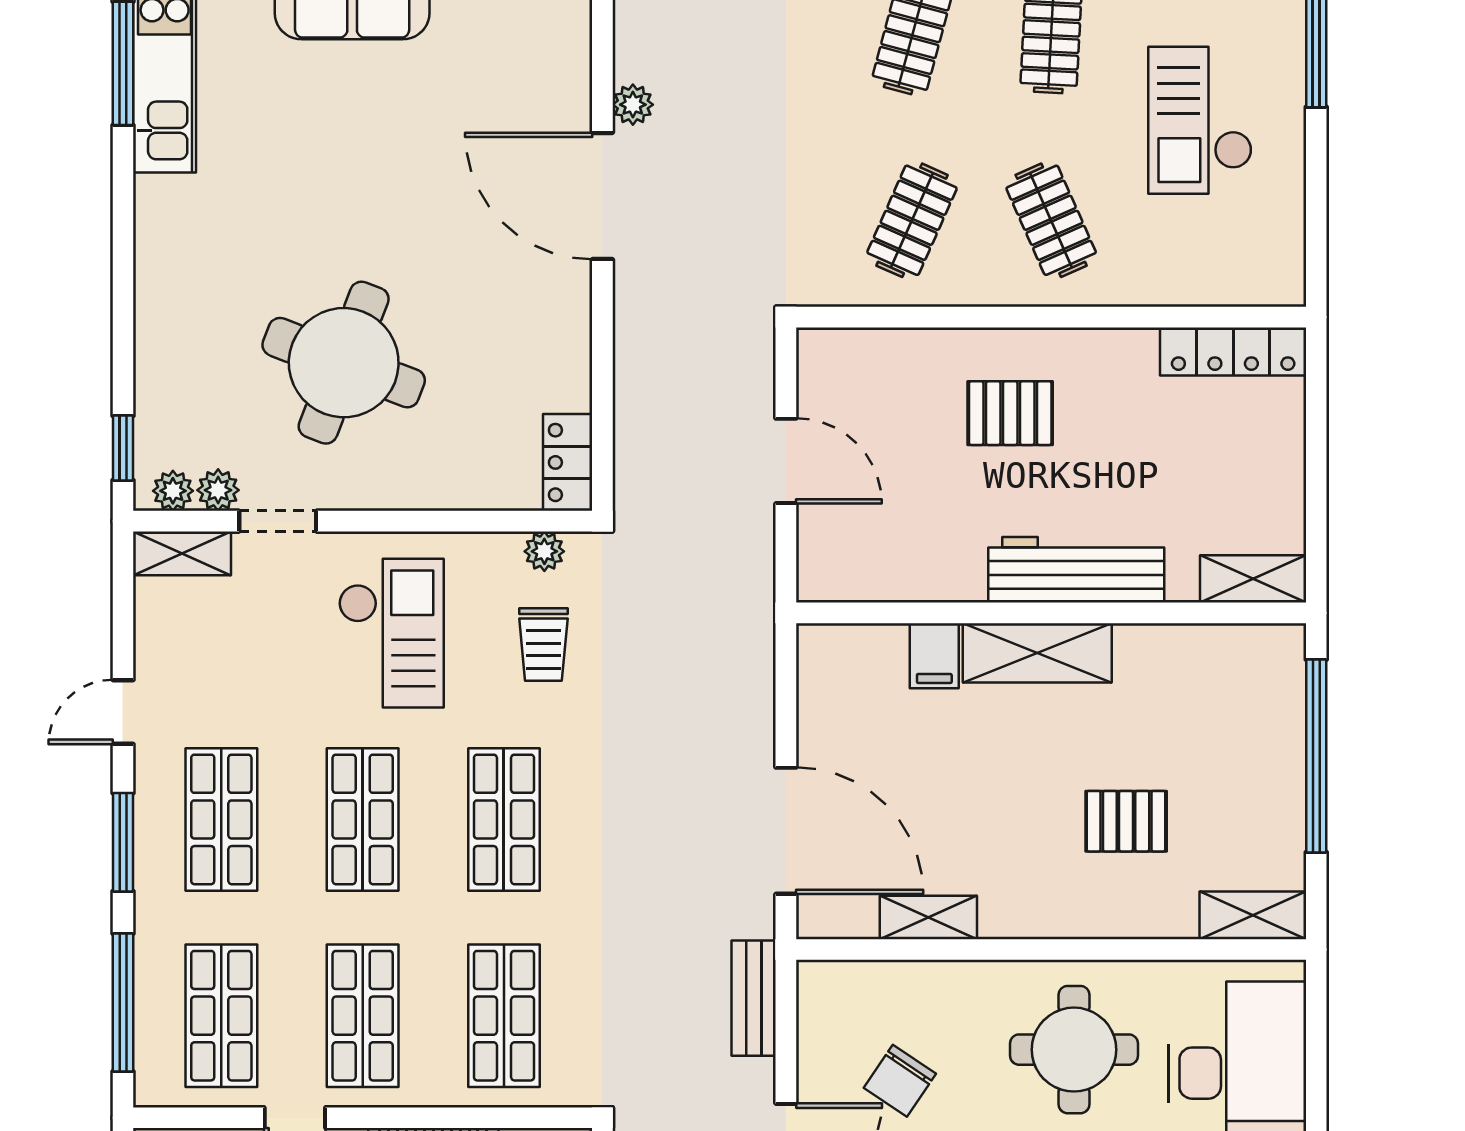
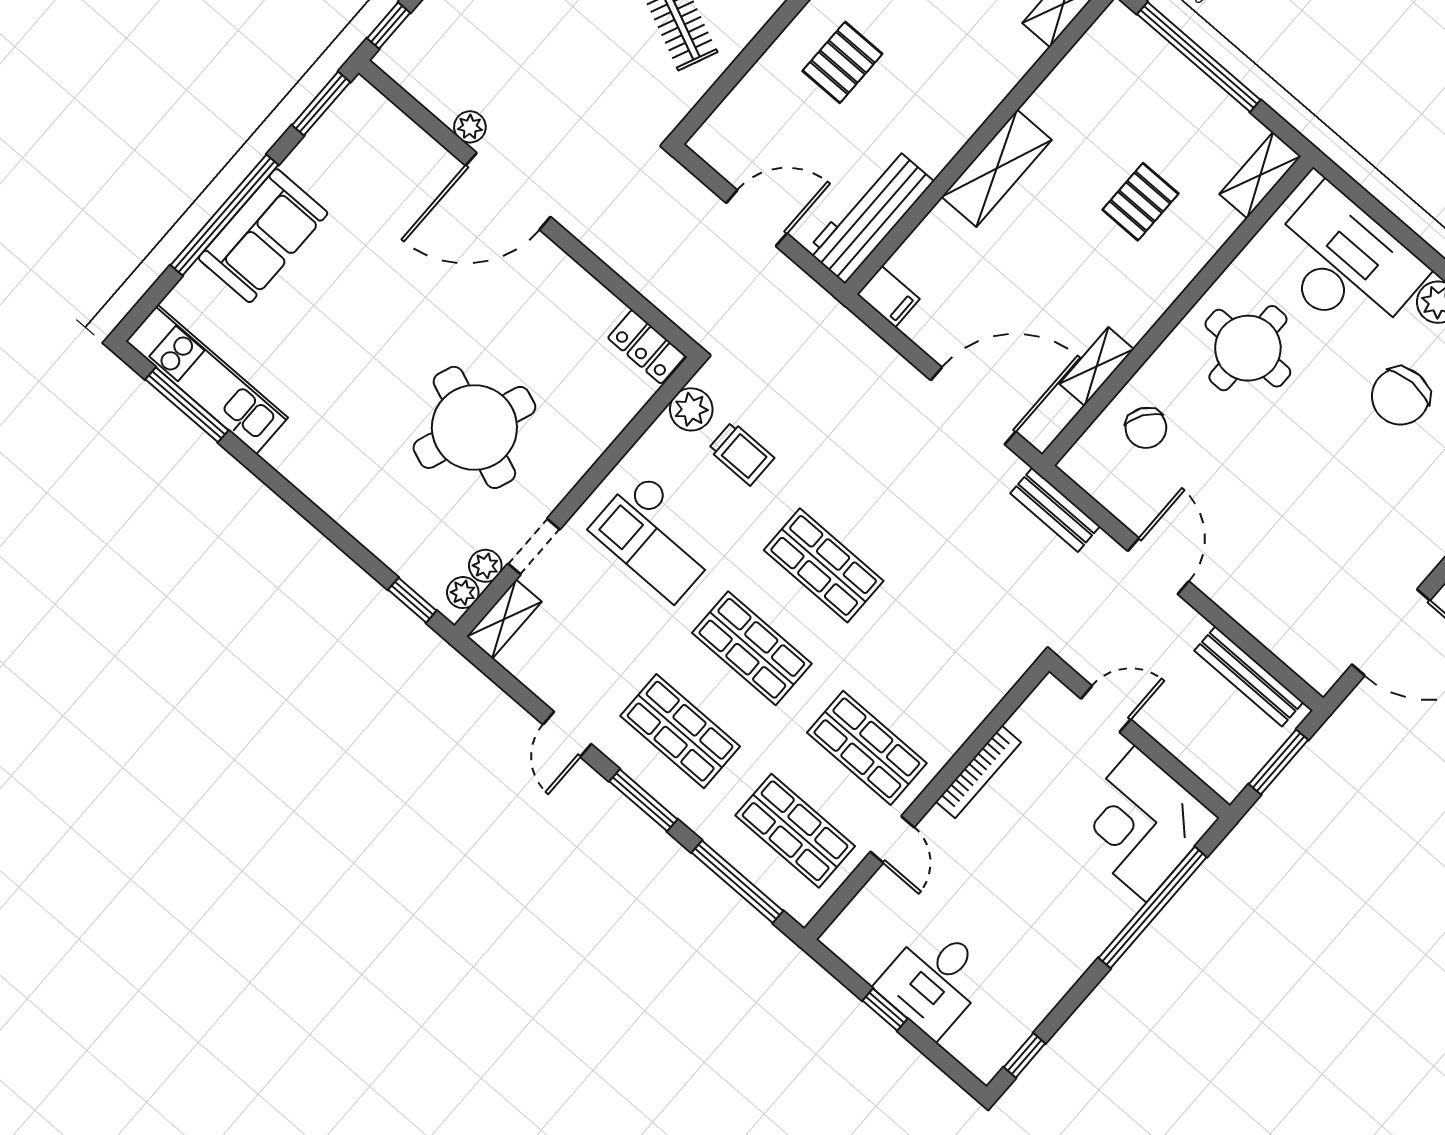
plant: (544, 551) -> (691, 409), width x1.38, depth x1.38
workbench: (1076, 570) -> (870, 216), moved
checkout: (391, 633) -> (657, 537), turned 180
filing cabinet: (934, 656) -> (888, 297), moved
shop shelf: (504, 1016) -> (939, 665), removed
chair: (900, 1081) -> (1146, 428), moved

